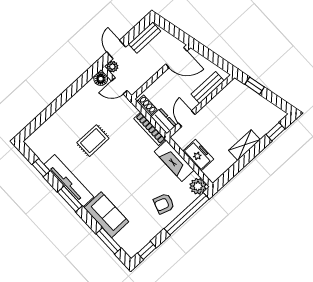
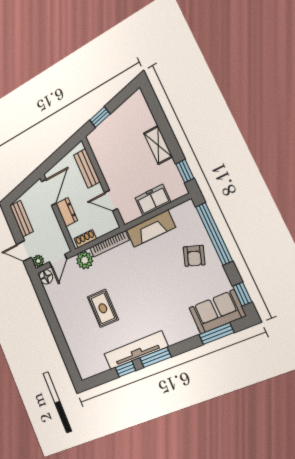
dresser: (164, 121) -> (67, 212), moved, turned 90
window: (275, 132) -> (185, 171), moved
window: (41, 168) -> (126, 369), moved
plant: (198, 186) -> (85, 260), moved
sofa: (106, 215) -> (217, 312), moved

